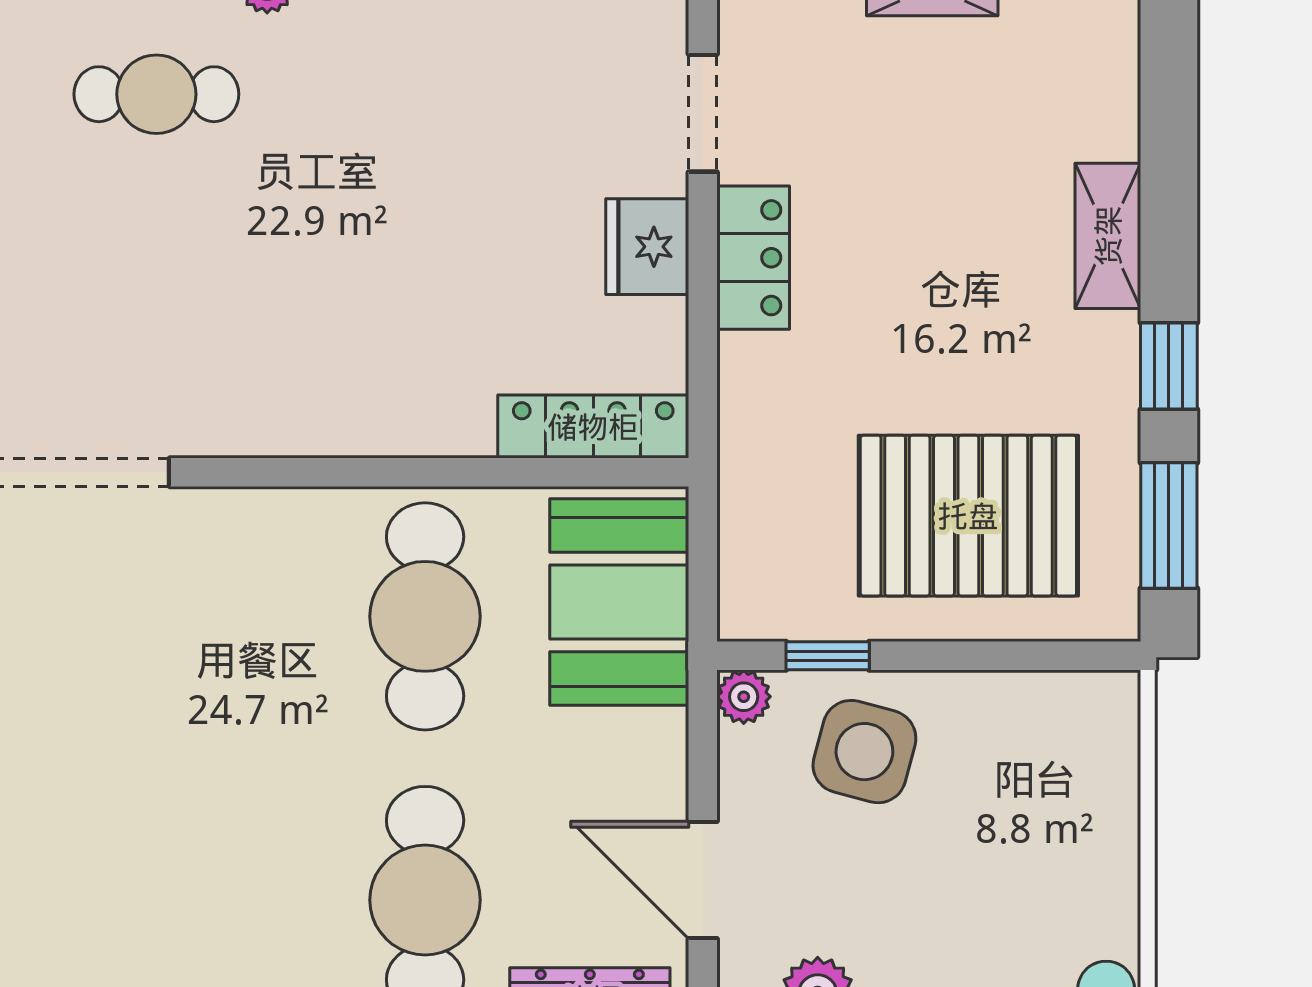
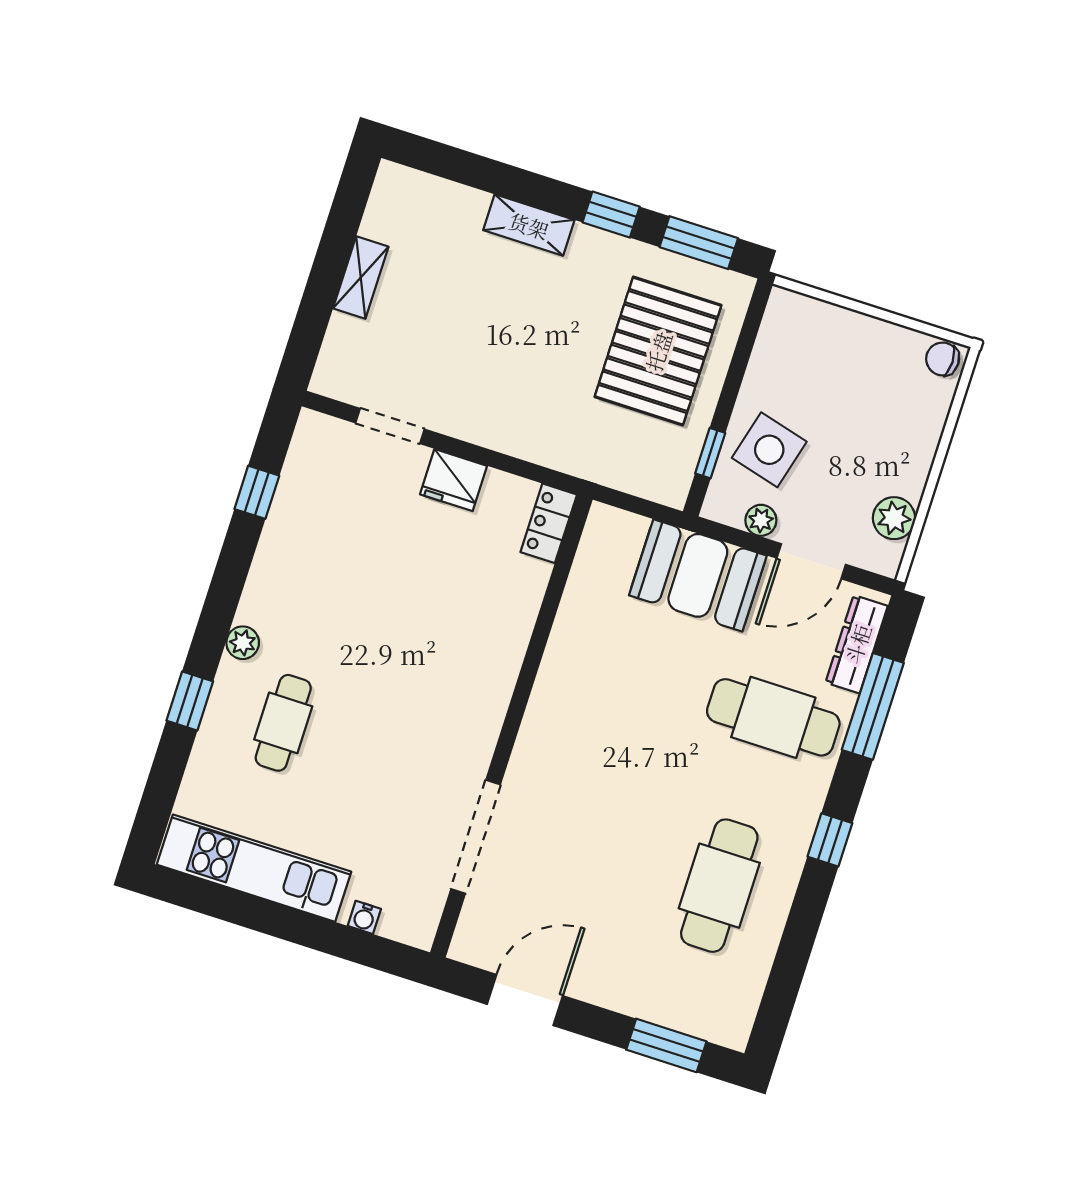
locker: (753, 258) -> (478, 424), removed
locker: (593, 427) -> (549, 523), width x0.66
booth: (619, 602) -> (698, 575), moved
cafe table: (425, 616) -> (719, 886), moved, turned 90
plant: (744, 697) -> (761, 520), moved

